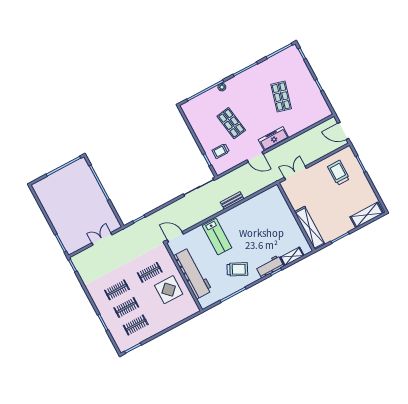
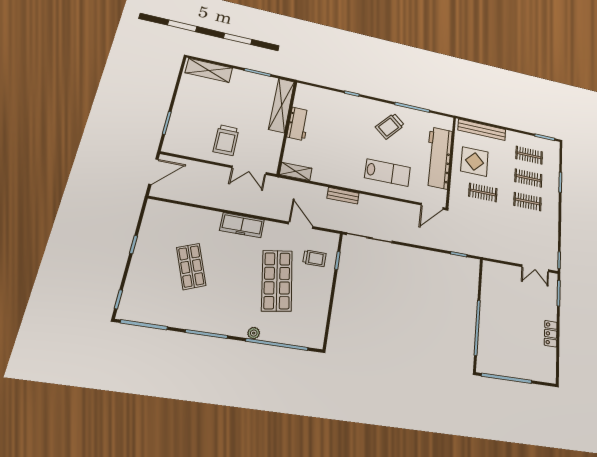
shop shelf: (281, 97) -> (191, 266), turned -36
shop shelf: (231, 123) -> (277, 281), width x1.43, depth x1.36
door: (343, 131) -> (153, 172), hinge flipped
door: (255, 157) -> (301, 225), moved
trolley: (339, 173) -> (226, 140), moved
locker: (51, 213) -> (551, 334), added
door: (175, 237) -> (432, 206), hinge flipped
lab bench: (217, 237) -> (387, 173), turned 90
double door: (102, 239) -> (535, 268), moved
shelving: (292, 256) -> (296, 171), moved
workbench: (270, 267) -> (298, 124), moved, turned -90
trolley: (237, 269) -> (390, 126), turned -75
bench: (178, 317) -> (482, 130), added

